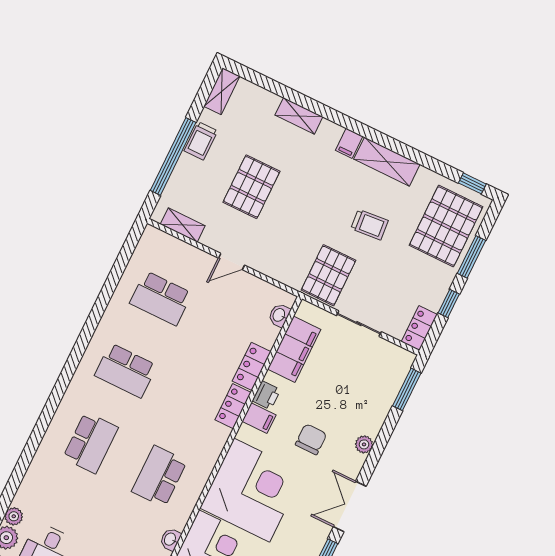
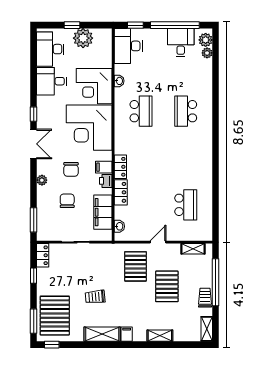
window: (471, 257) -> (34, 321), moved
pallet: (328, 275) -> (136, 266), moved
school desk: (161, 298) -> (186, 205), turned 90
school desk: (126, 370) -> (186, 158), removed
chair: (341, 394) -> (67, 201), added

